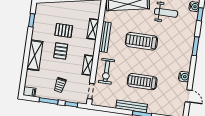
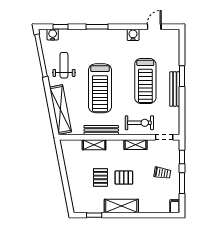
treadmill: (141, 41) -> (100, 88), width x1.37, depth x1.38
shelving: (35, 55) -> (121, 206), moved
treadmill: (142, 82) -> (145, 81), width x1.37, depth x1.38

